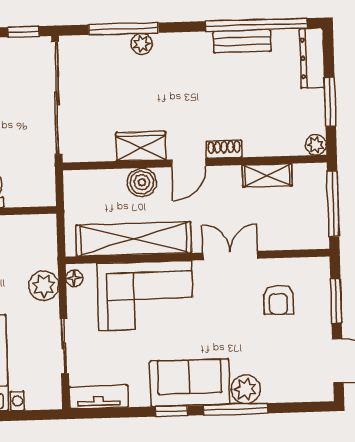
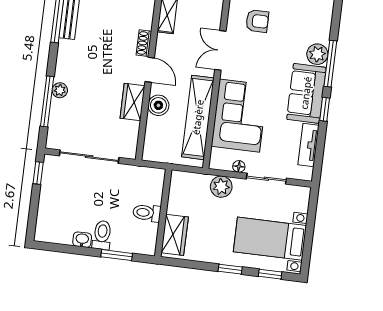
sliding door: (57, 98) -> (89, 157), width x0.73
floor lamp: (74, 278) -> (239, 166), moved
tv unit: (99, 397) -> (308, 145), moved

